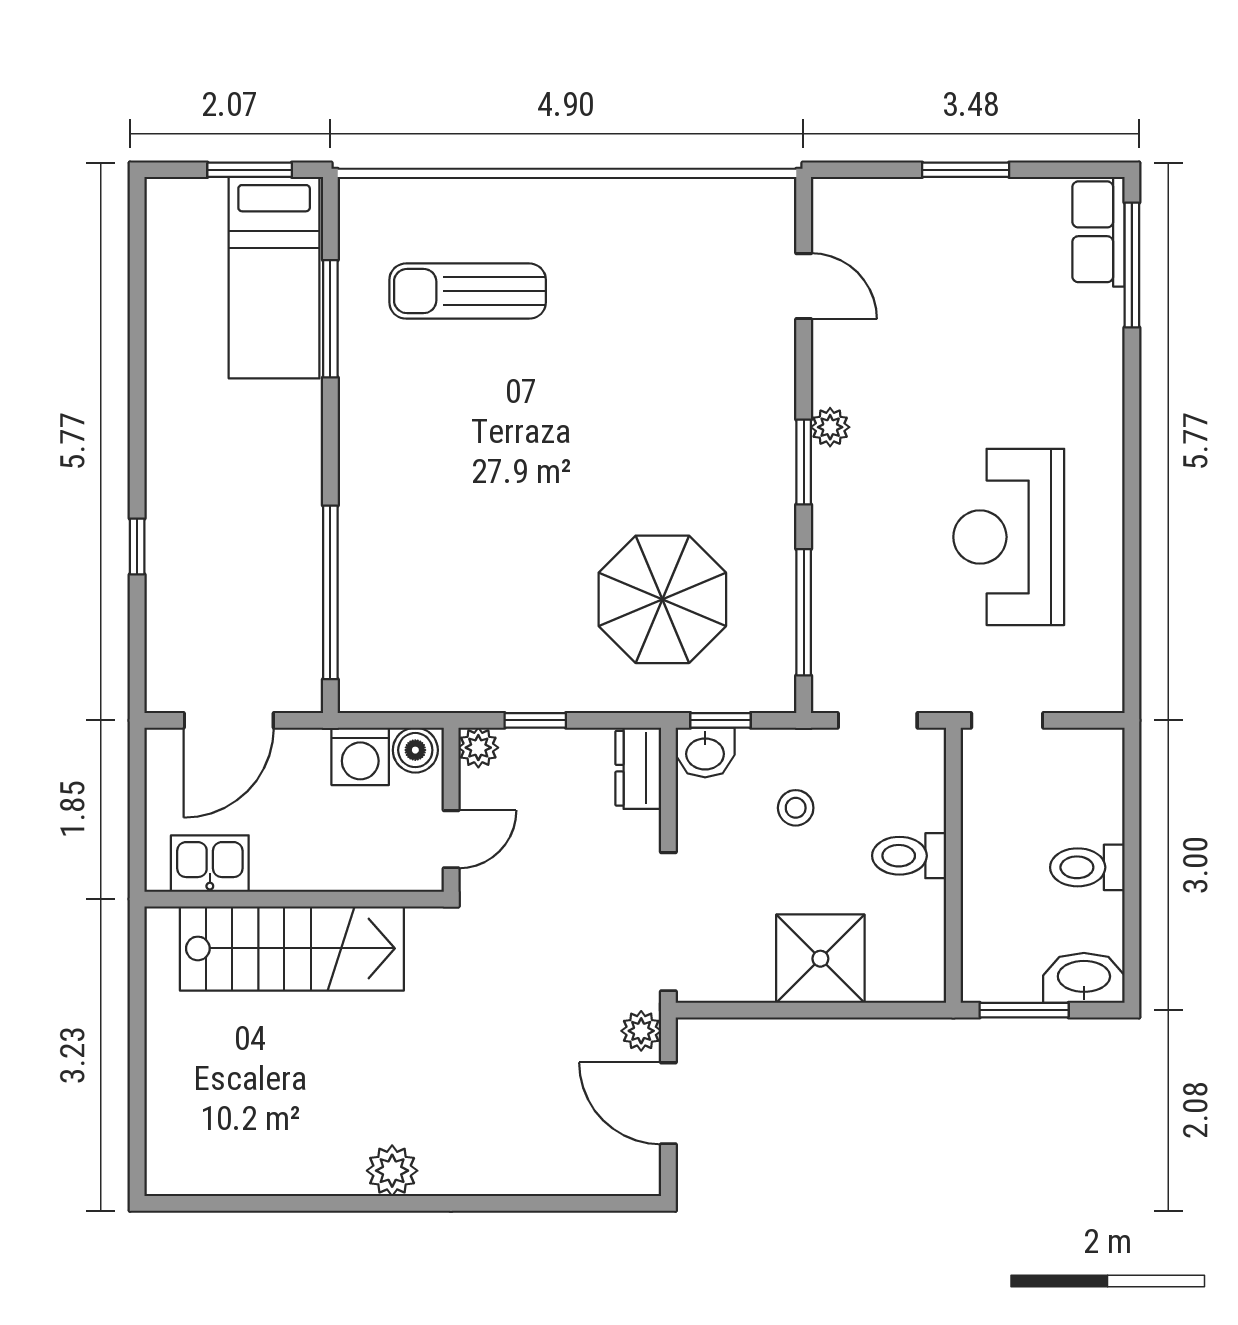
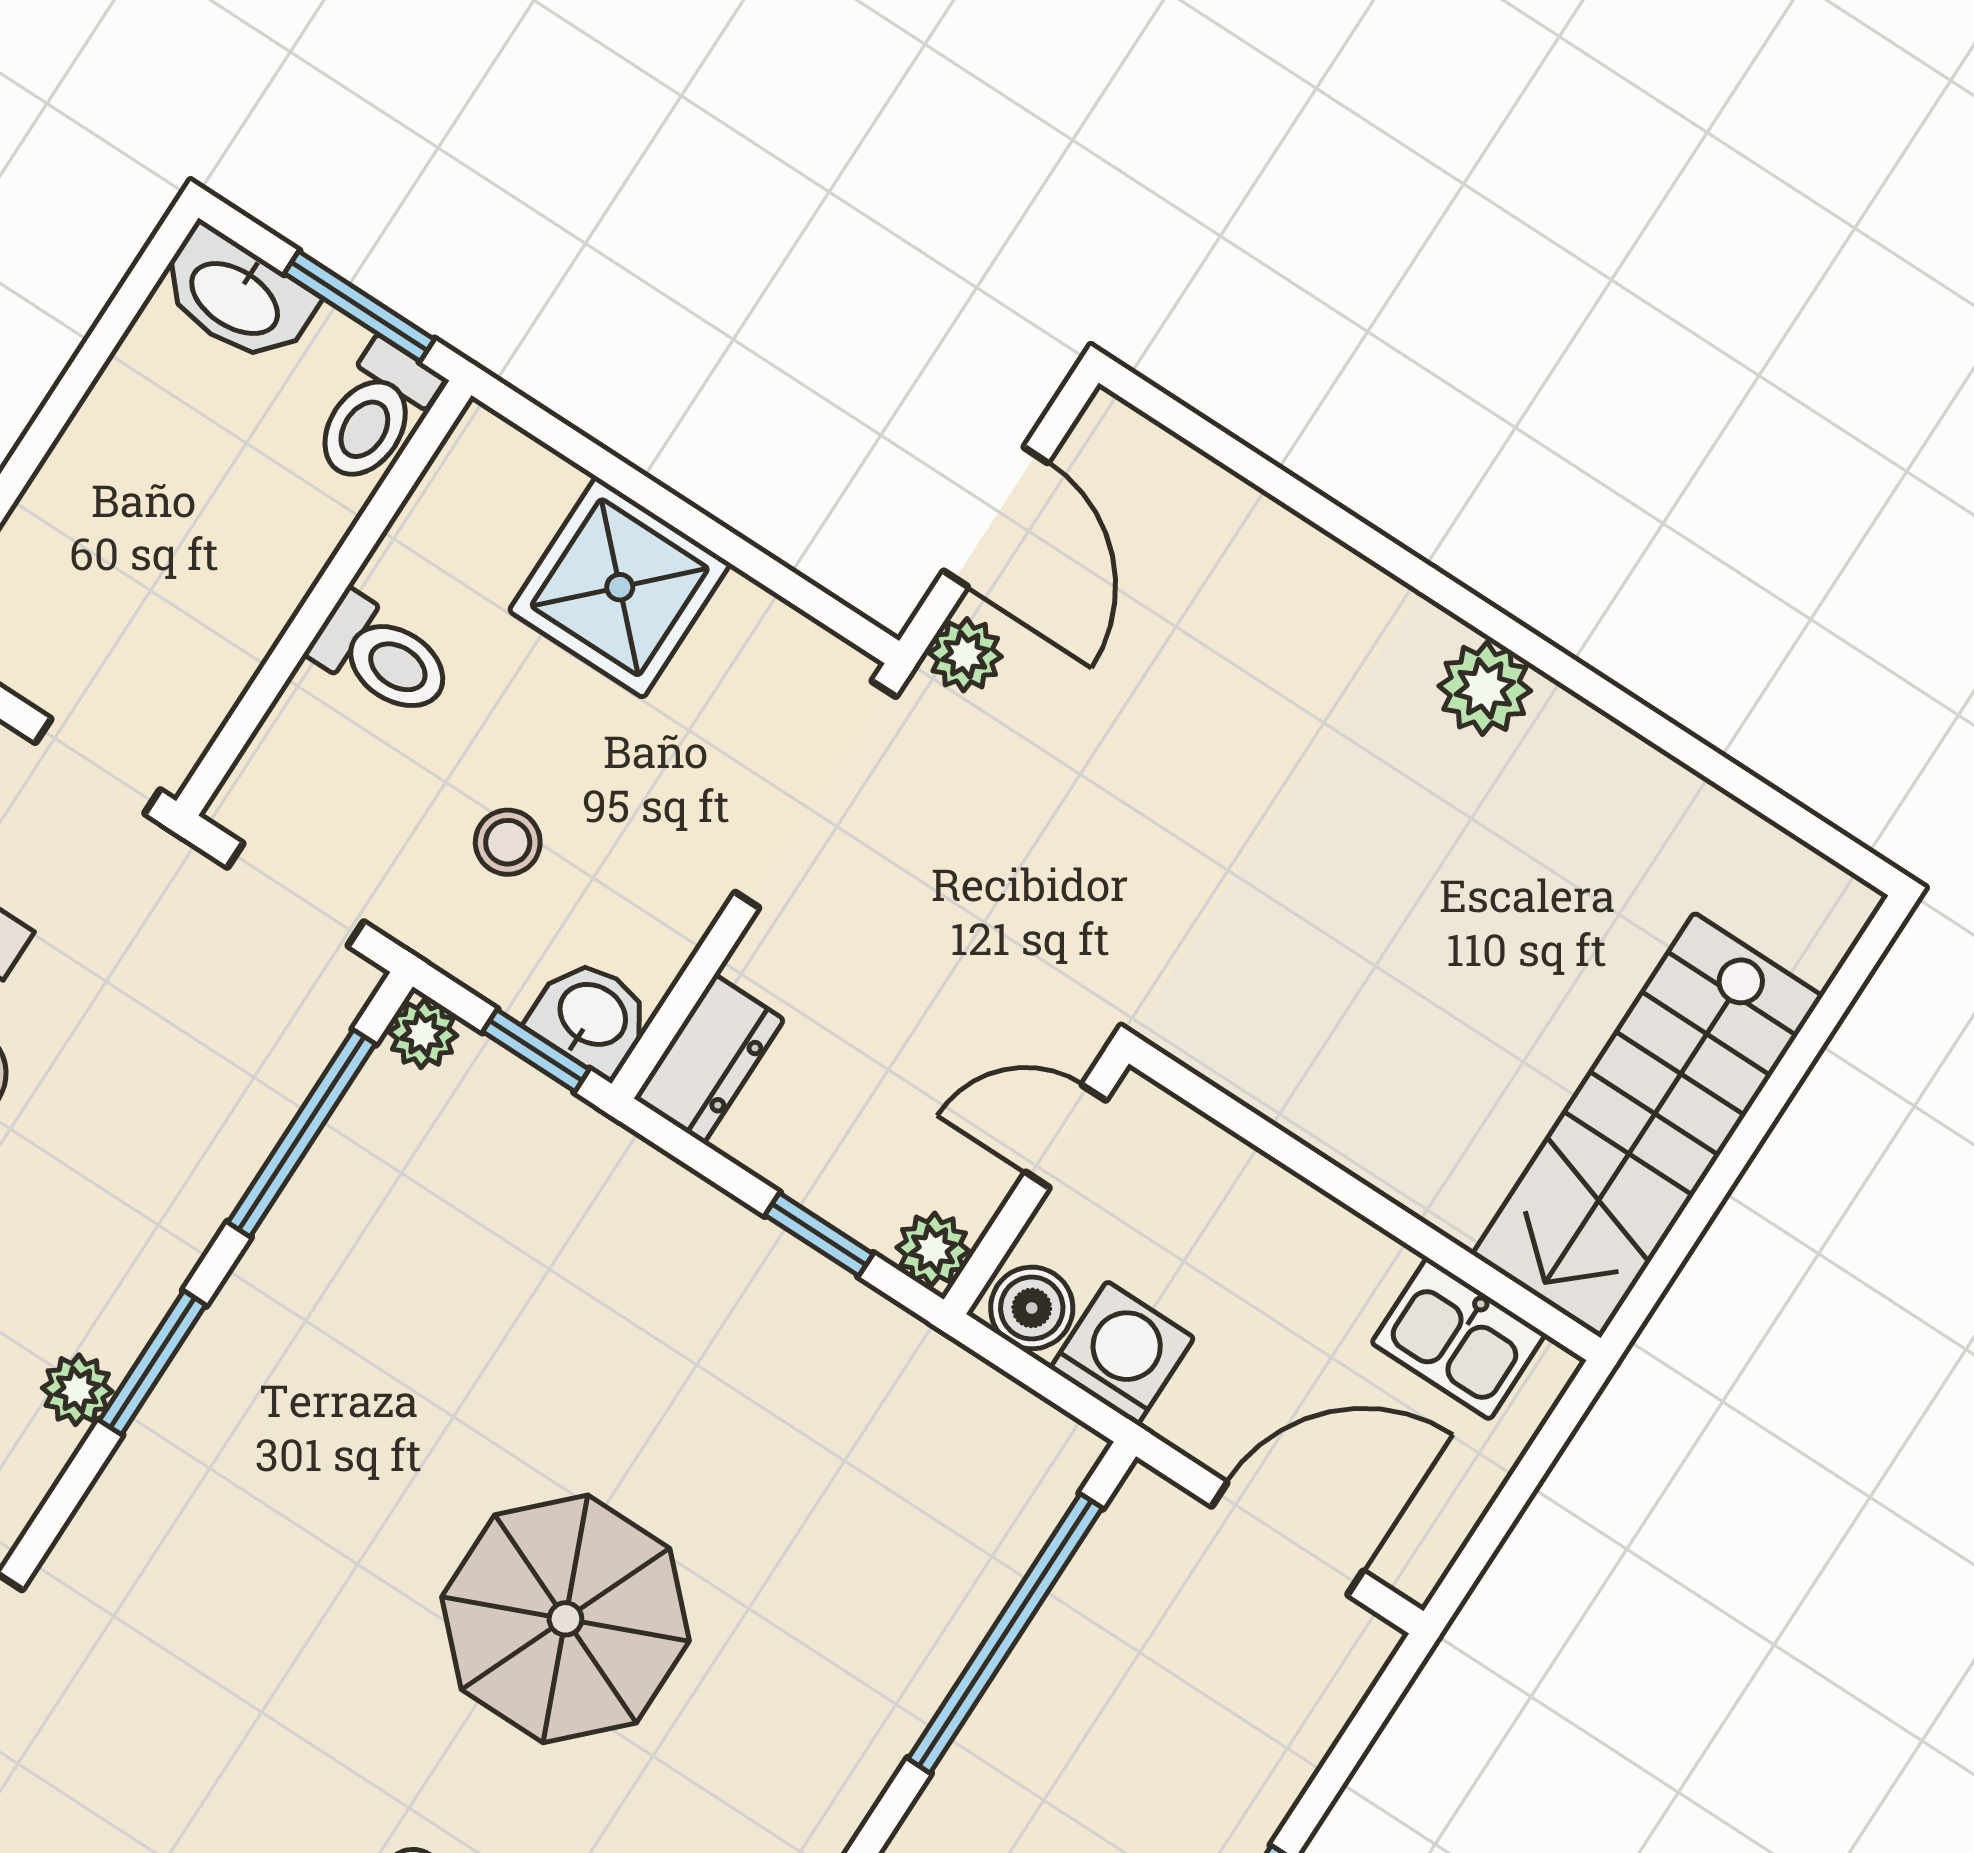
parasol: (662, 599) -> (565, 1619), moved
plant: (778, 694) -> (423, 1034), added
toilet: (1087, 867) -> (375, 413), moved, turned 90
stairs: (292, 948) -> (1647, 1125), moved, turned -90

